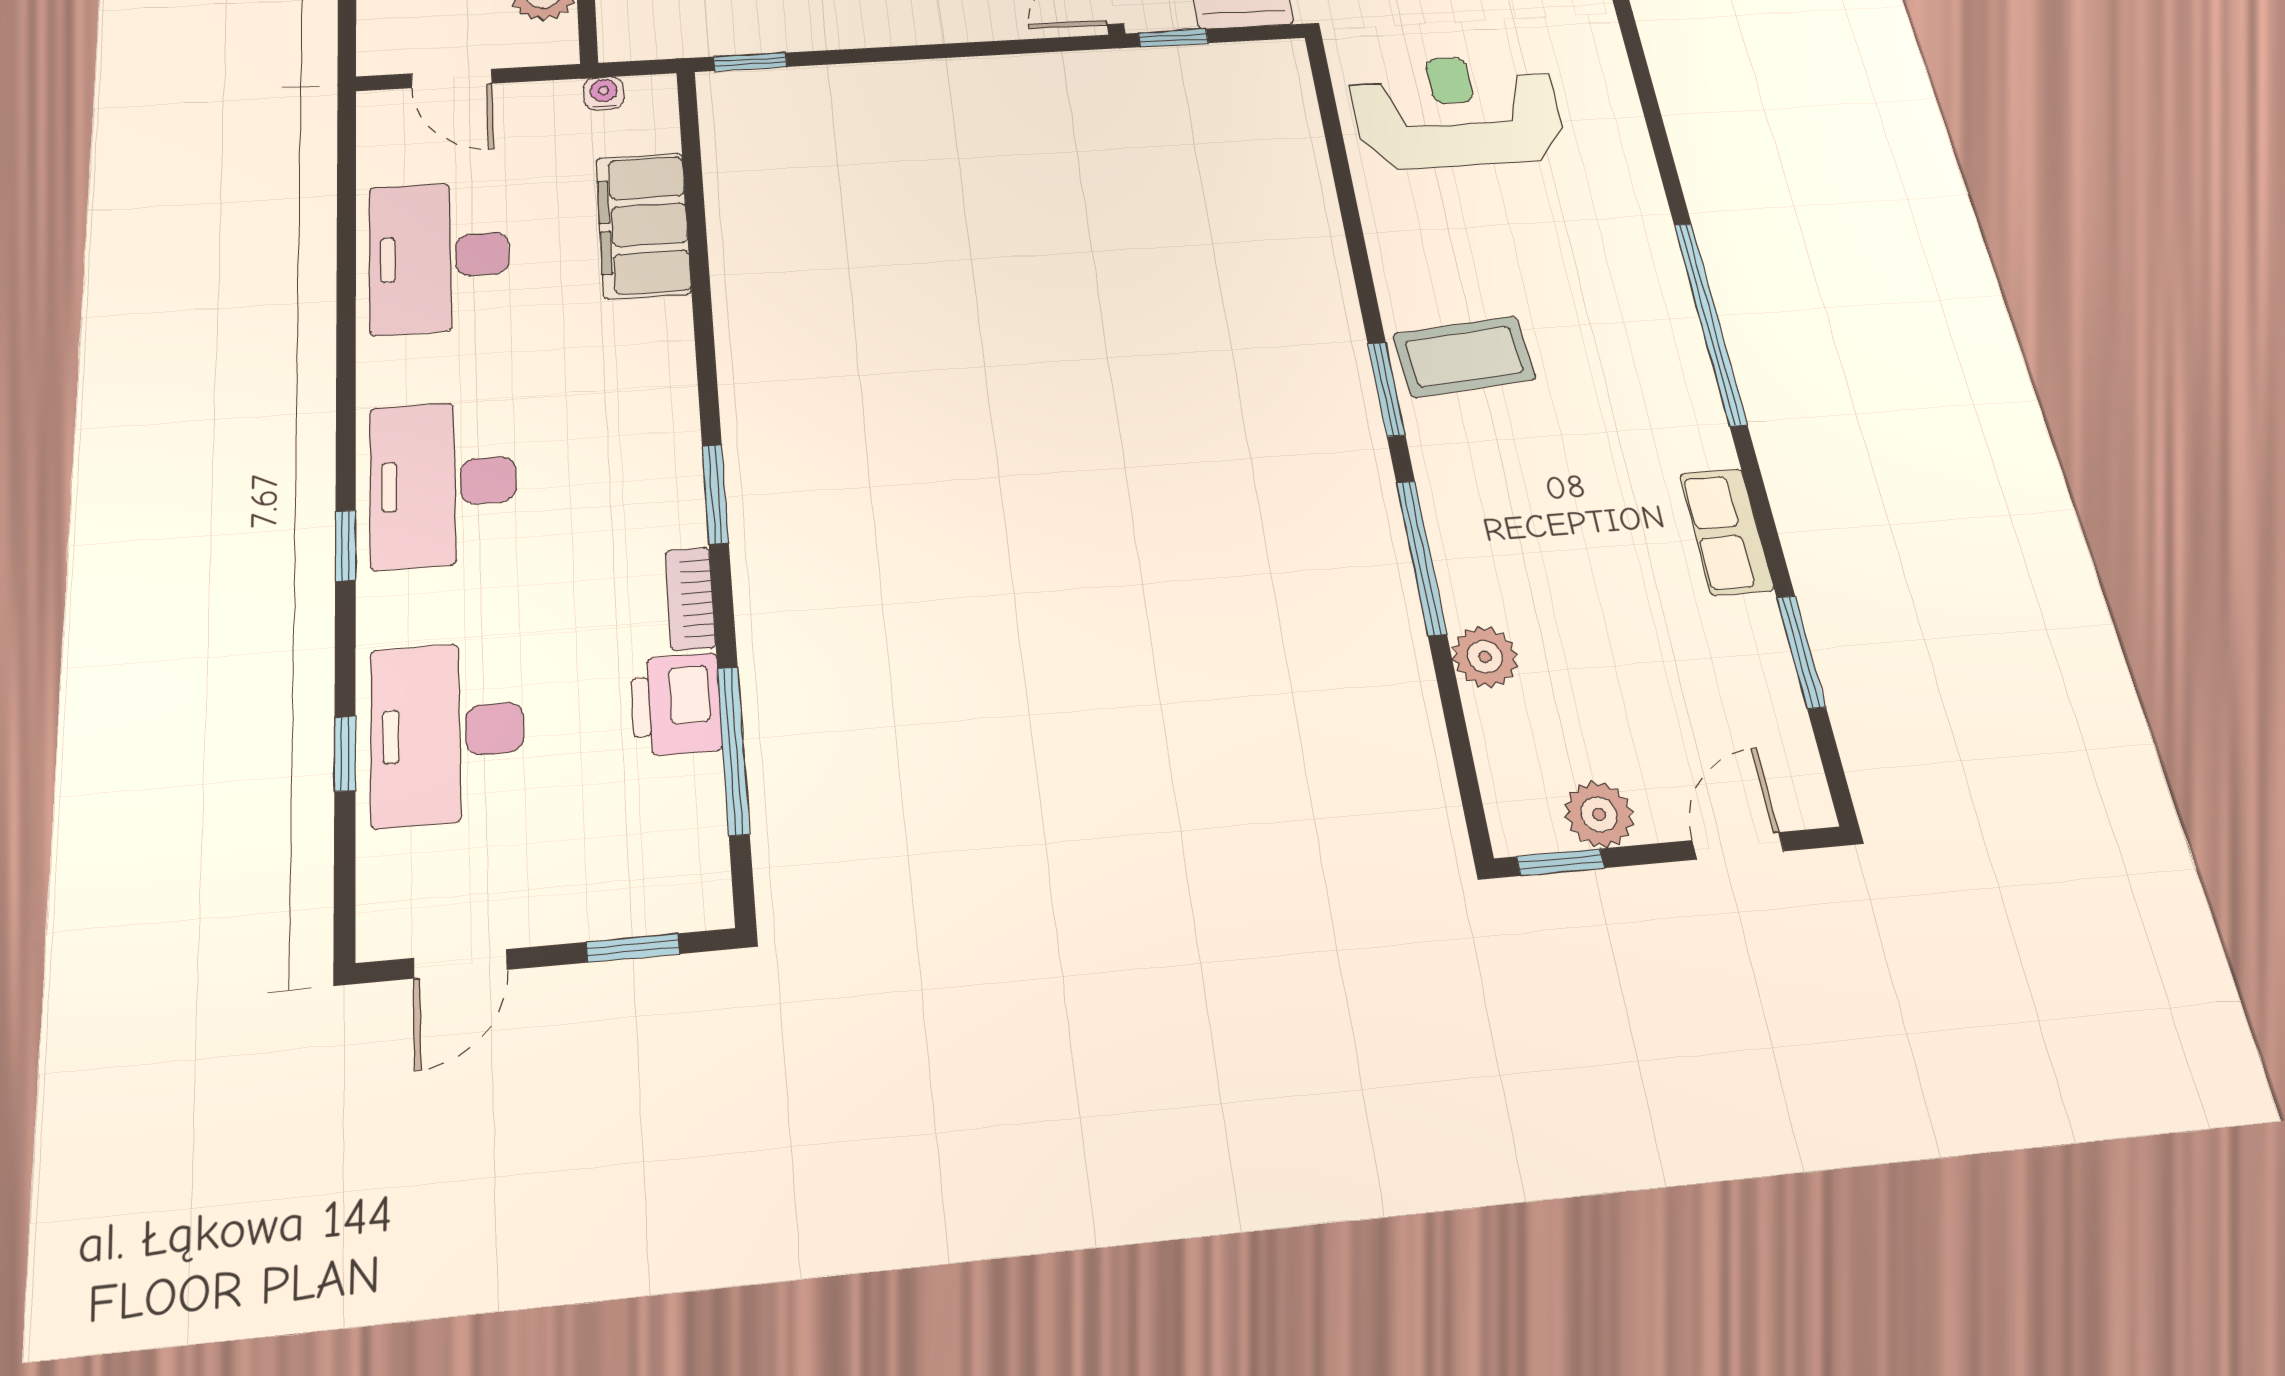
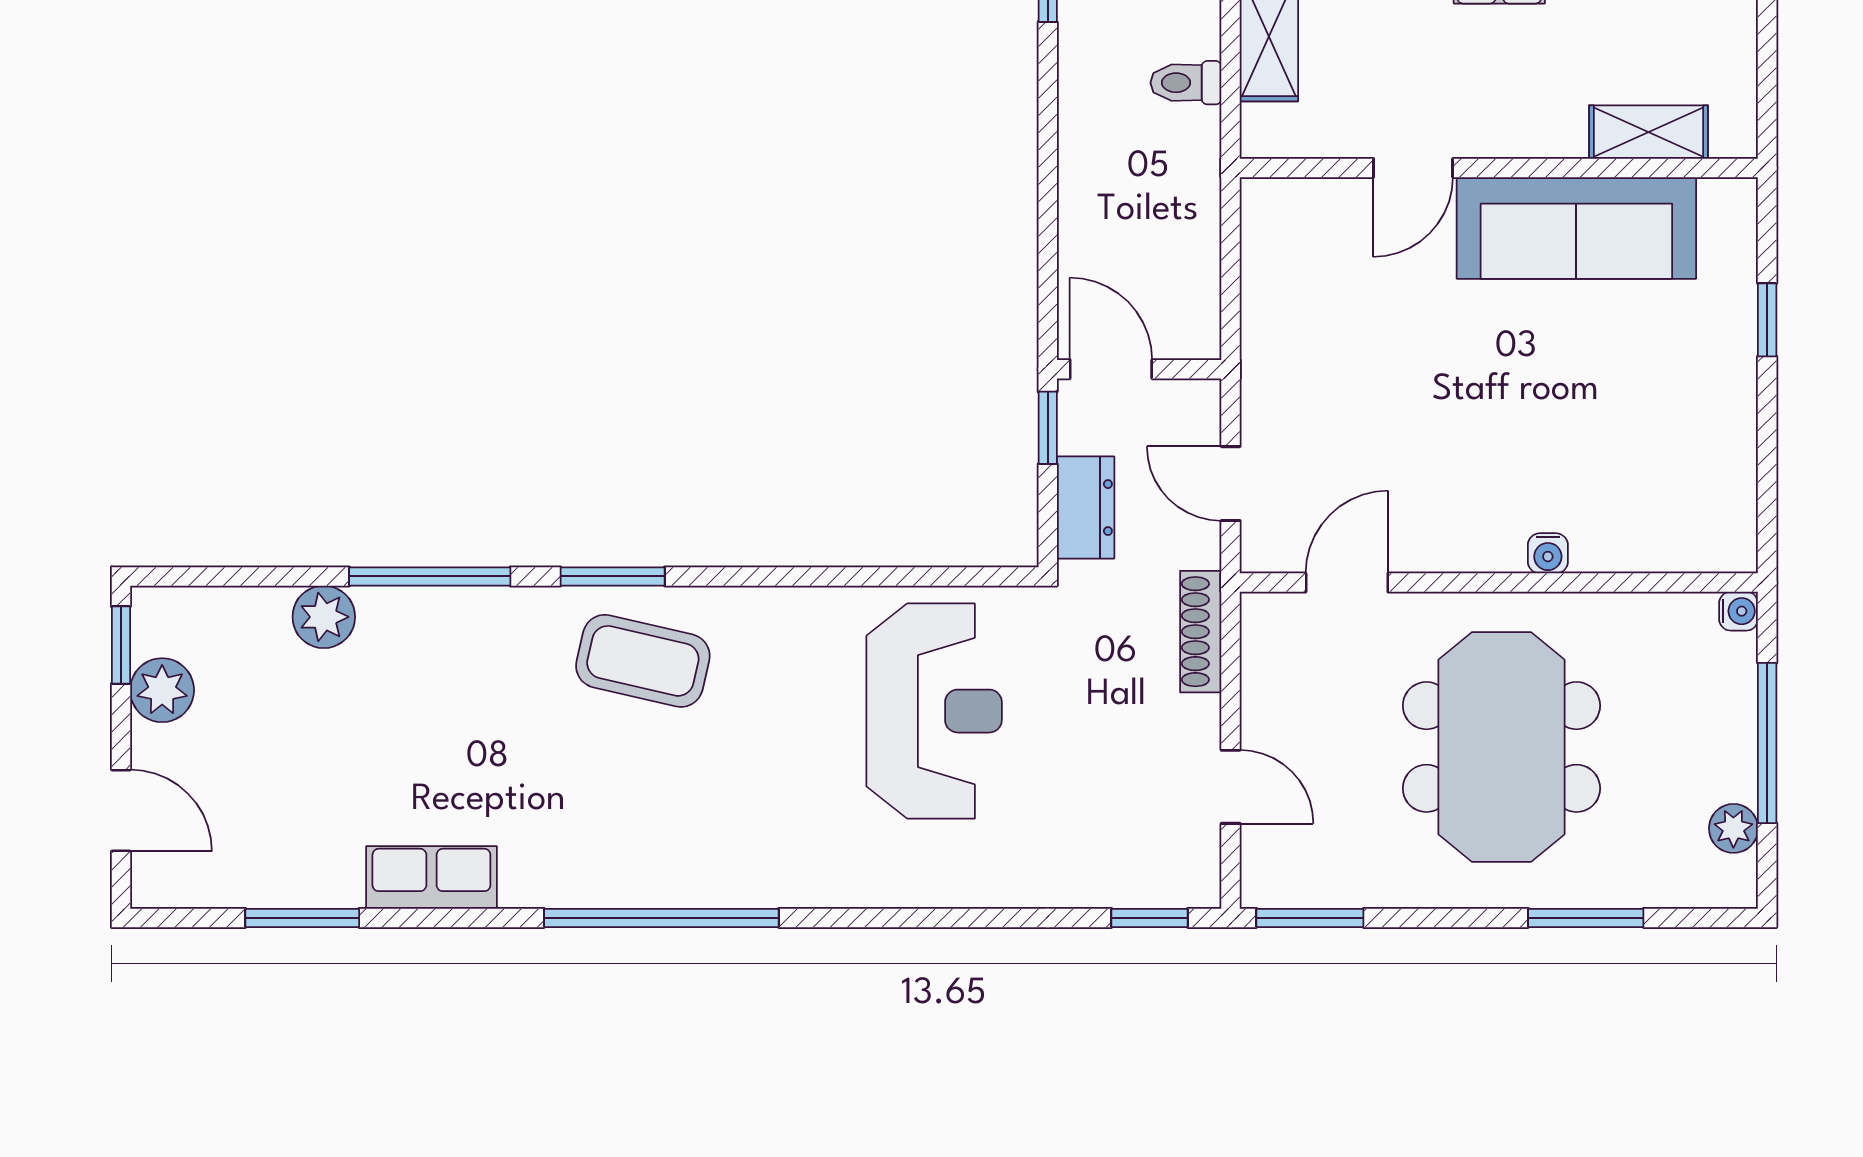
coffee table: (1464, 357) -> (643, 661), turned -72

